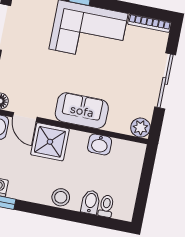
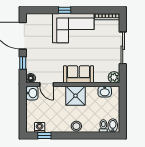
shower: (50, 142) -> (75, 96), moved
washbasin: (100, 144) -> (105, 92), moved
bidet: (91, 202) -> (113, 125), moved

